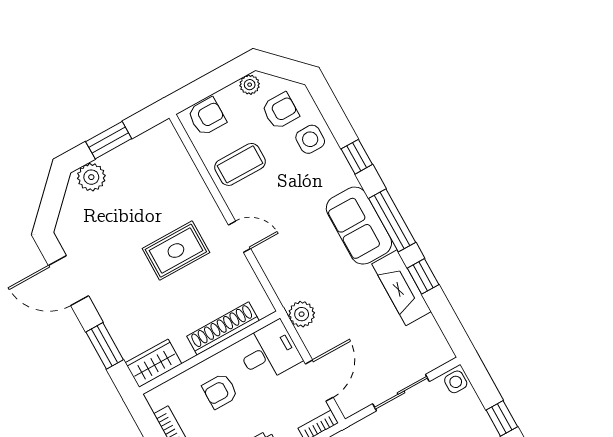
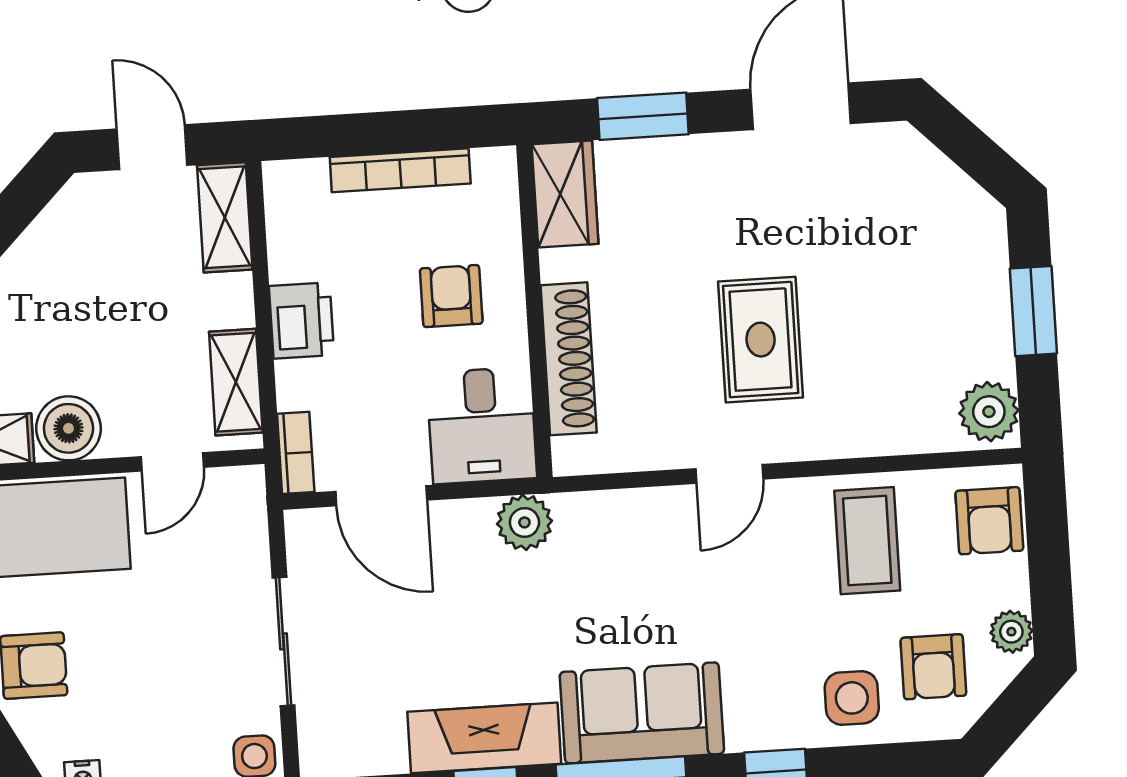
plant: (91, 177) -> (989, 412), moved

